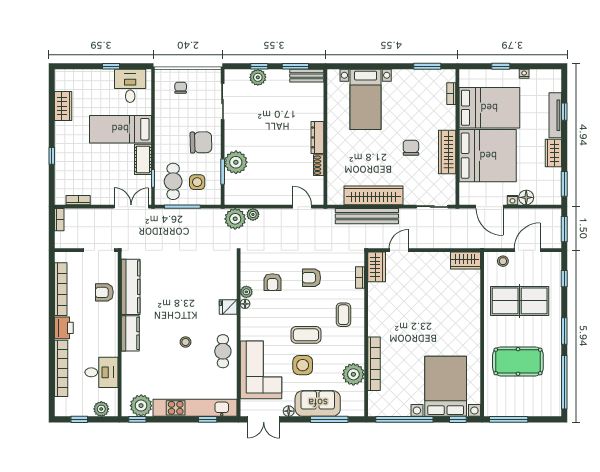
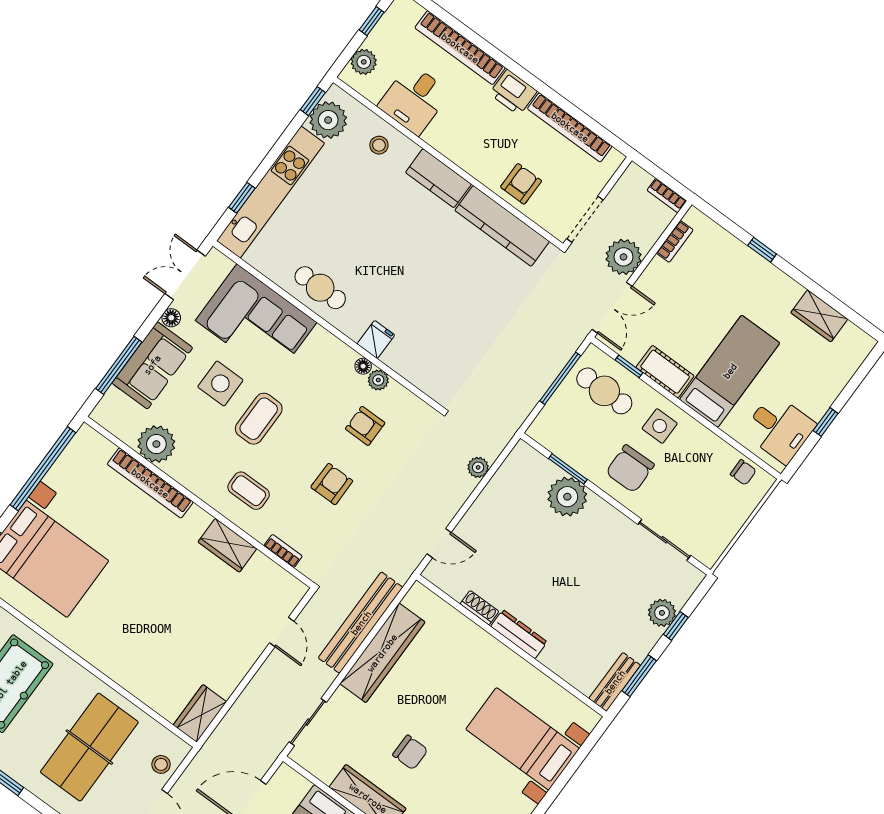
chair: (181, 88) -> (743, 472), moved
side table: (197, 182) -> (660, 426), moved
plant: (235, 219) -> (624, 257), moved
wardrobe: (377, 267) -> (227, 545), moved
stool: (185, 342) -> (379, 145), moved

